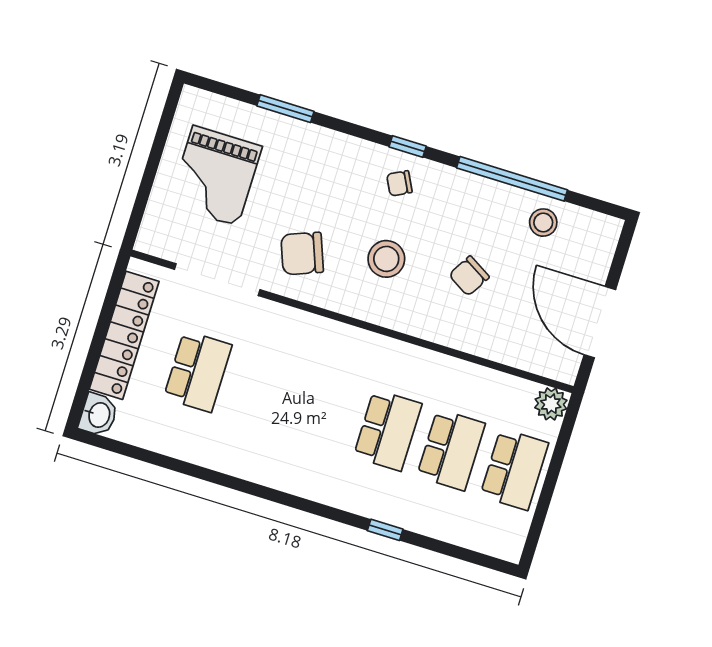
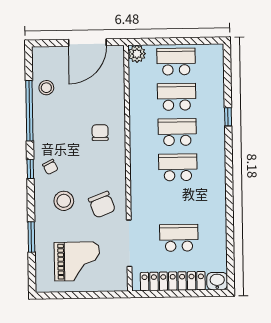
stool: (386, 259) -> (64, 201), moved
chair: (469, 276) -> (100, 133), moved, turned -121
school desk: (324, 411) -> (178, 167), added

